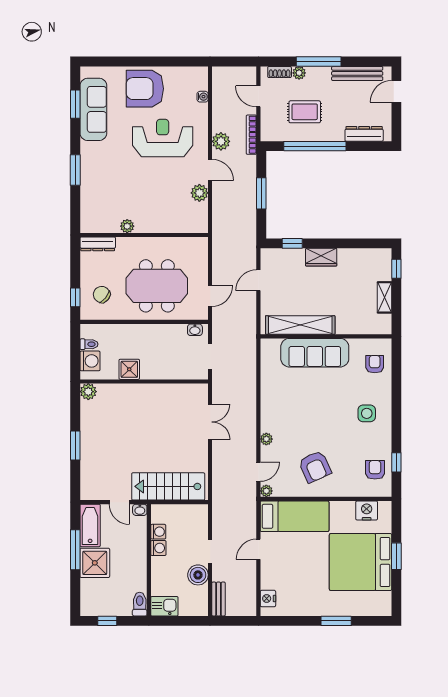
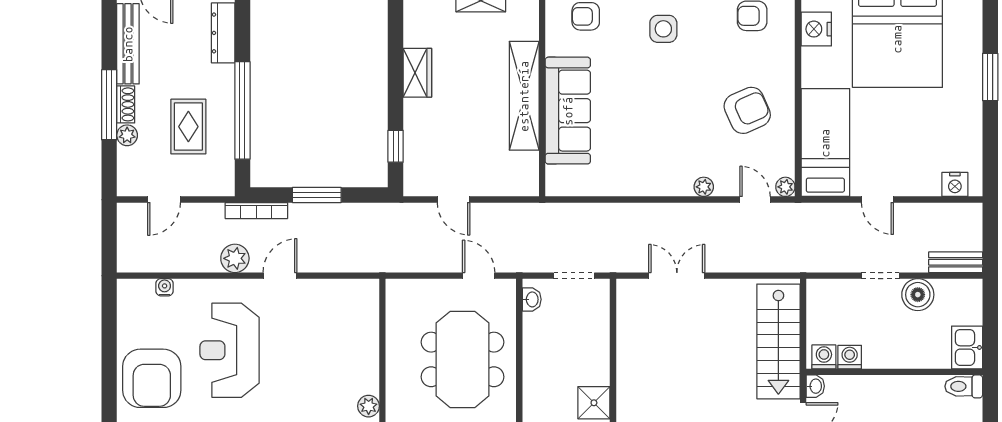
shoe rack: (280, 72) -> (126, 104), moved
bookcase: (251, 135) -> (256, 211), moved
plant: (199, 193) -> (316, 292), removed
wardrobe: (321, 257) -> (417, 73), moved
shelving: (300, 325) -> (524, 96), moved
washing machine: (158, 548) -> (824, 357), moved

